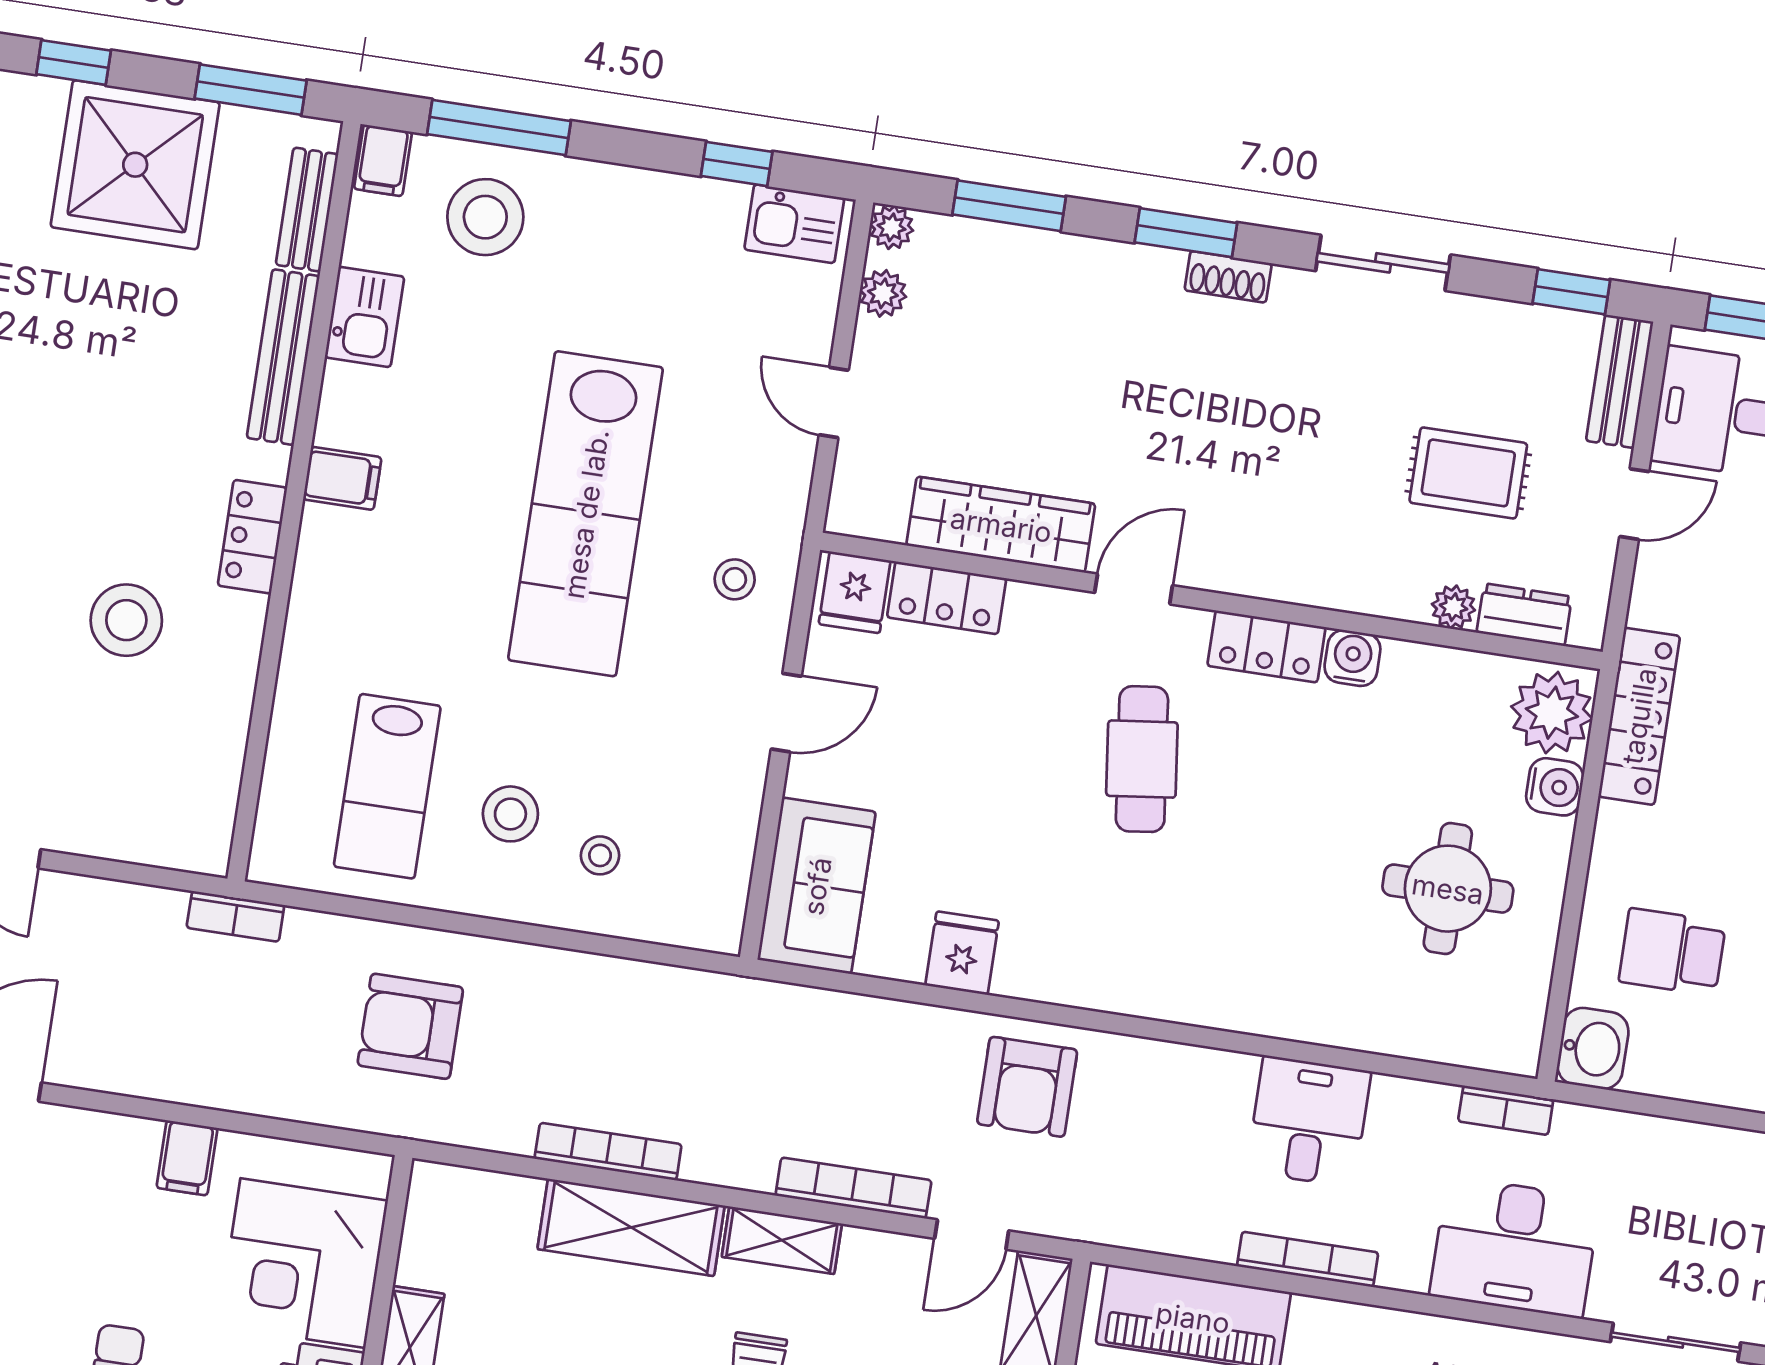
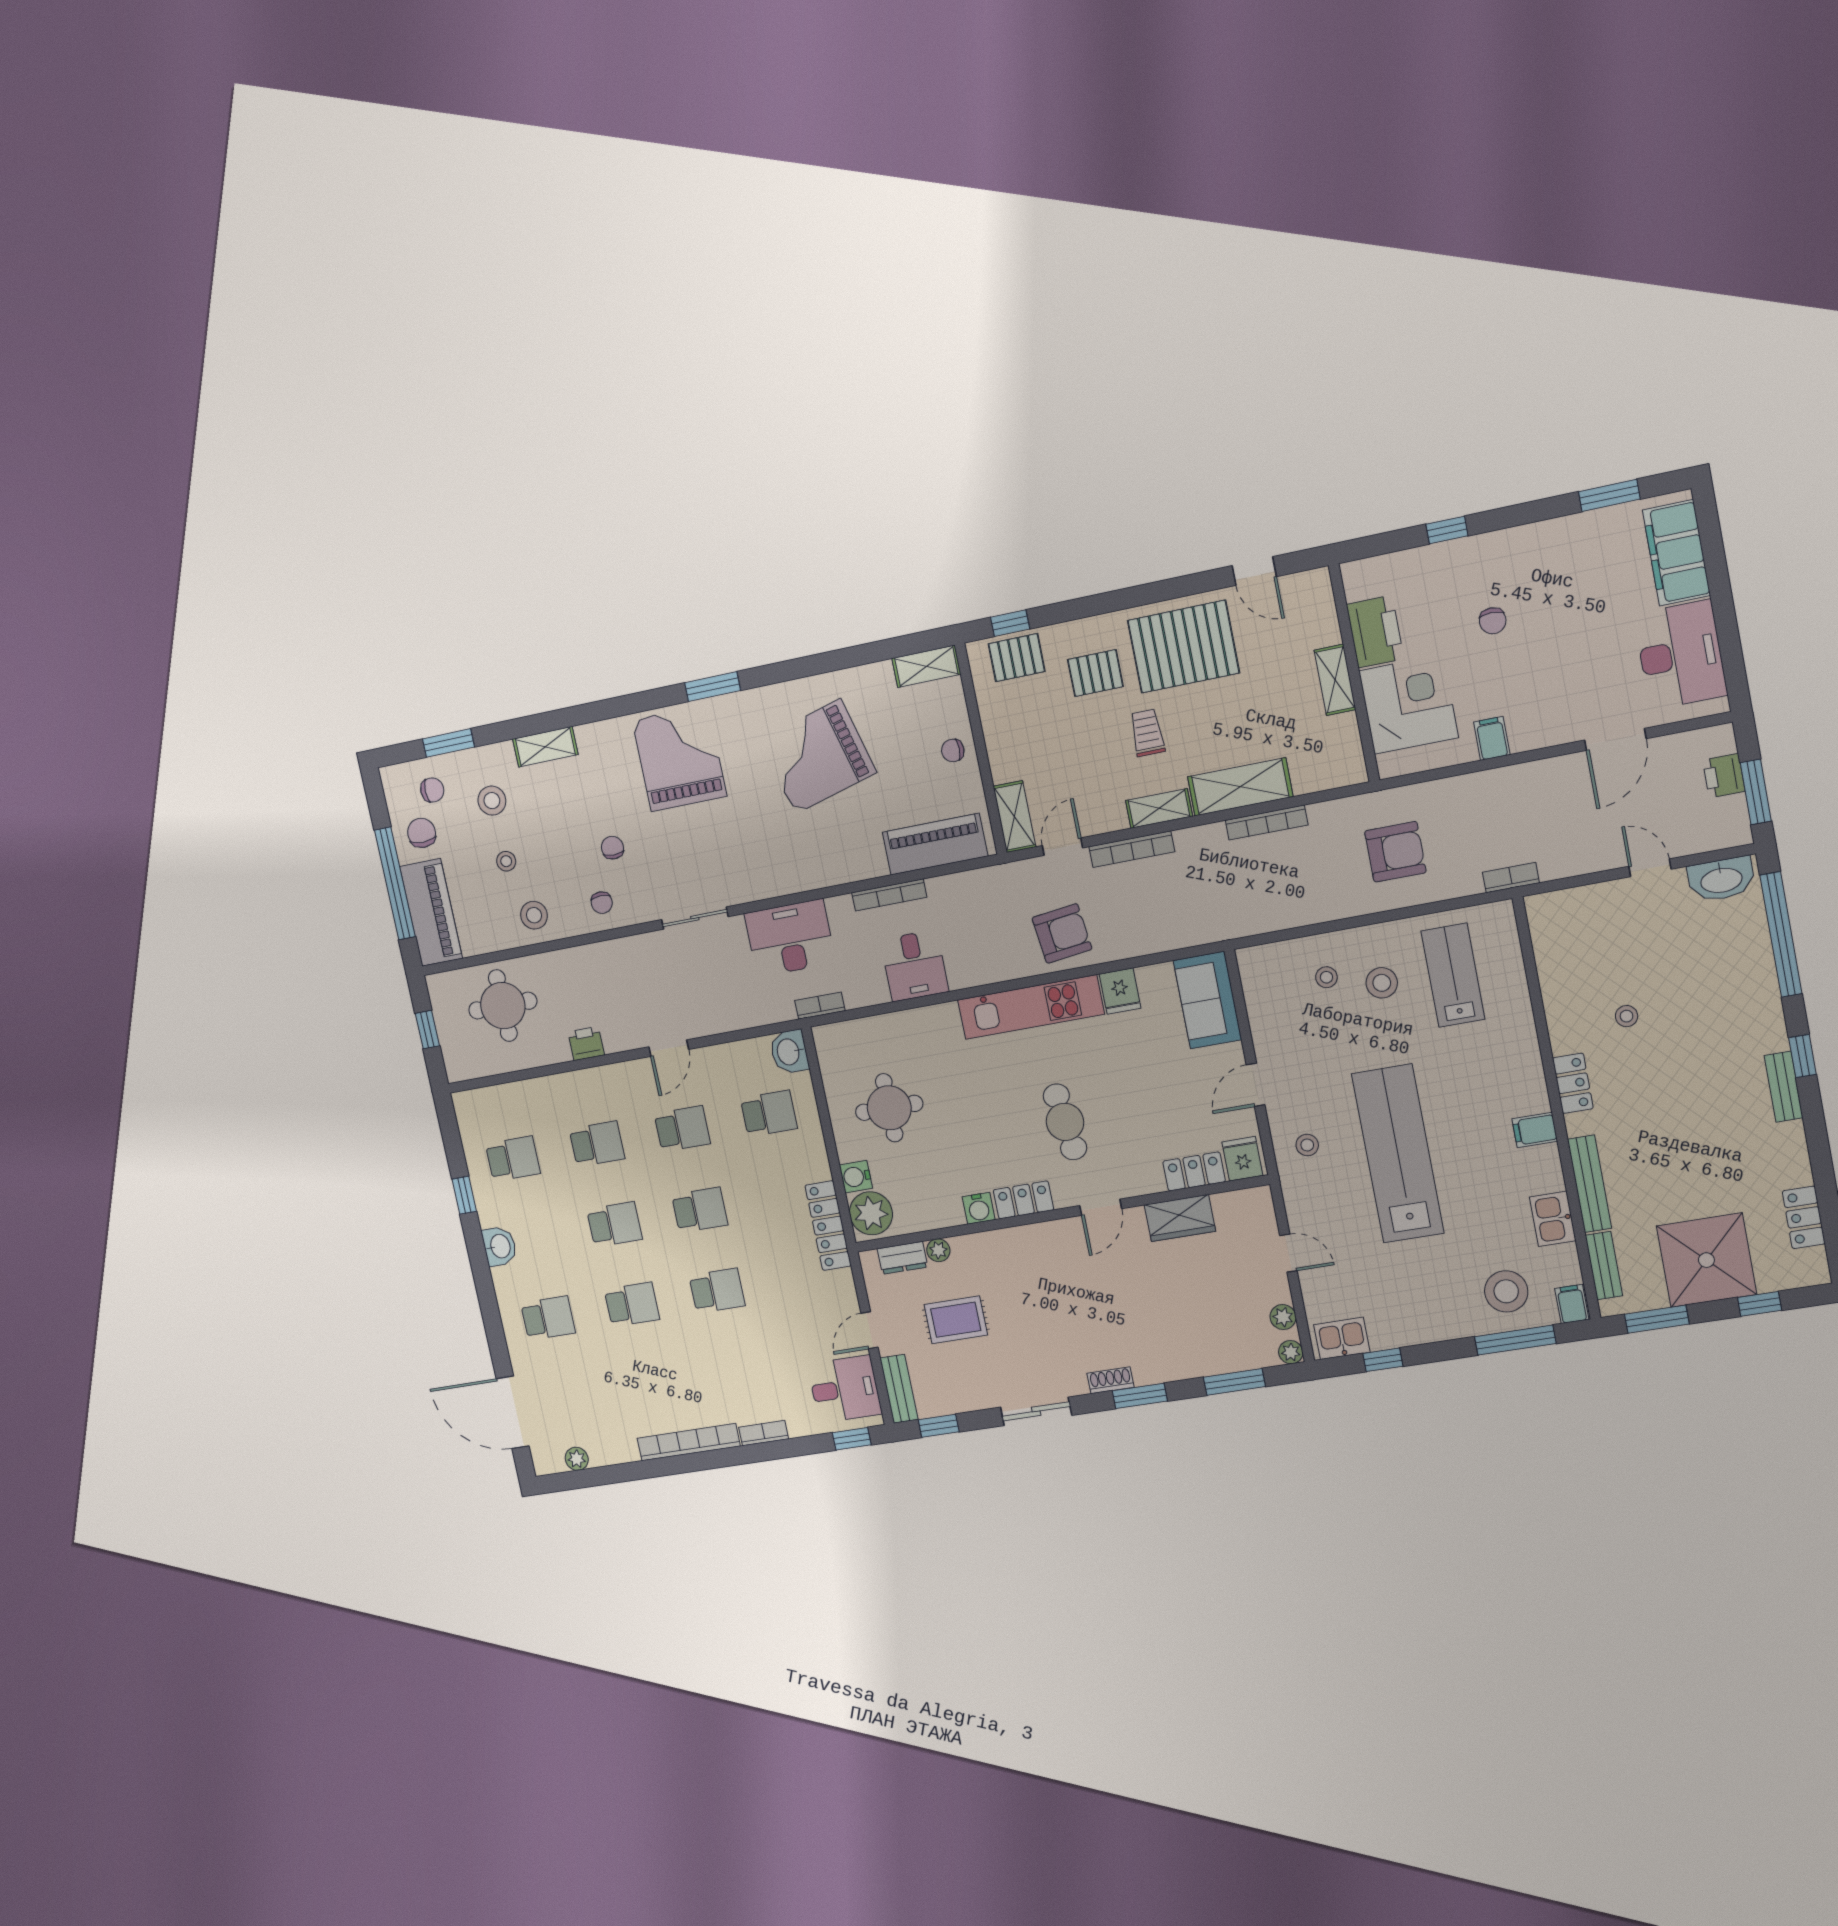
wardrobe: (1001, 525) -> (1180, 1218), width x0.67
stool: (126, 620) -> (1627, 1016), width x0.53, depth x0.53
kitchen unit: (1129, 979) -> (1031, 1007), added
armchair: (1027, 1087) -> (1062, 933), turned 83

